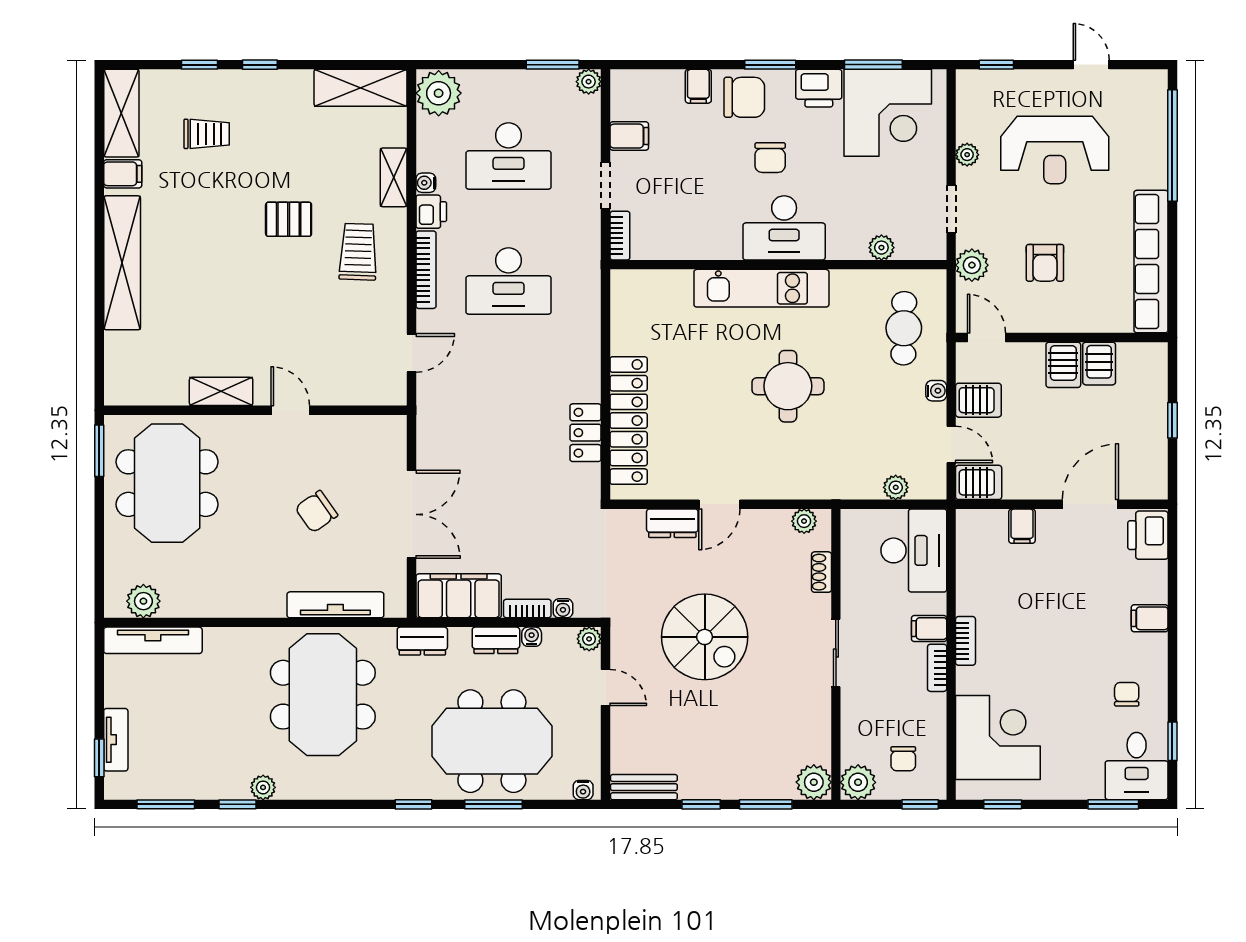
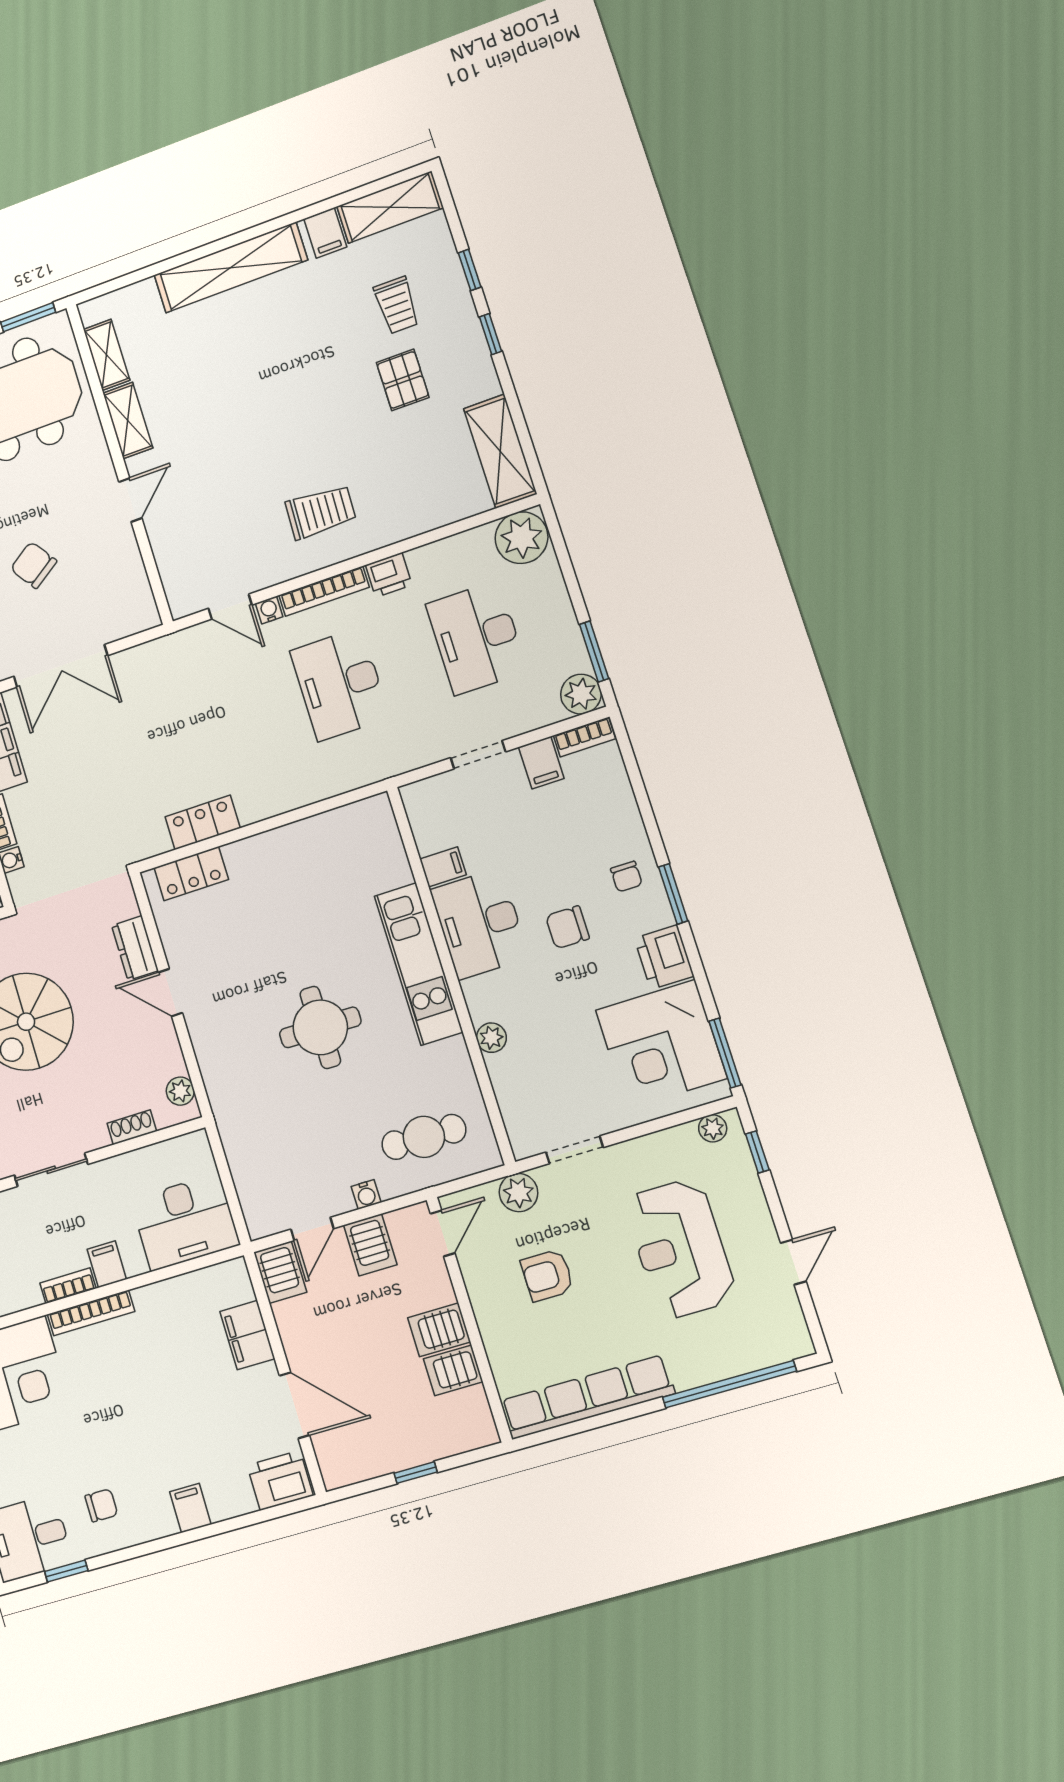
window: (873, 65) -> (725, 1053), moved
plant: (589, 82) -> (581, 694), width x1.38, depth x1.38
filing cabinet: (698, 86) -> (443, 867), moved, turned 180
chair: (744, 97) -> (626, 877), width x0.54, depth x0.54
plant: (967, 155) -> (713, 1128), moved
shelving: (394, 177) -> (107, 355), moved, turned 90
water cooler: (426, 183) -> (269, 610), moved
pallet: (289, 219) -> (403, 380), moved
desk: (784, 228) -> (479, 924), moved
bookcase: (620, 236) -> (584, 737), moved
plant: (881, 248) -> (491, 1038), moved
locker: (629, 421) -> (191, 874), width x0.46, depth x0.83
plant: (896, 487) -> (247, 1181), removed
filing cabinet: (1022, 526) -> (247, 1335), width x2.00
bookcase: (965, 641) -> (91, 1313), width x1.56

